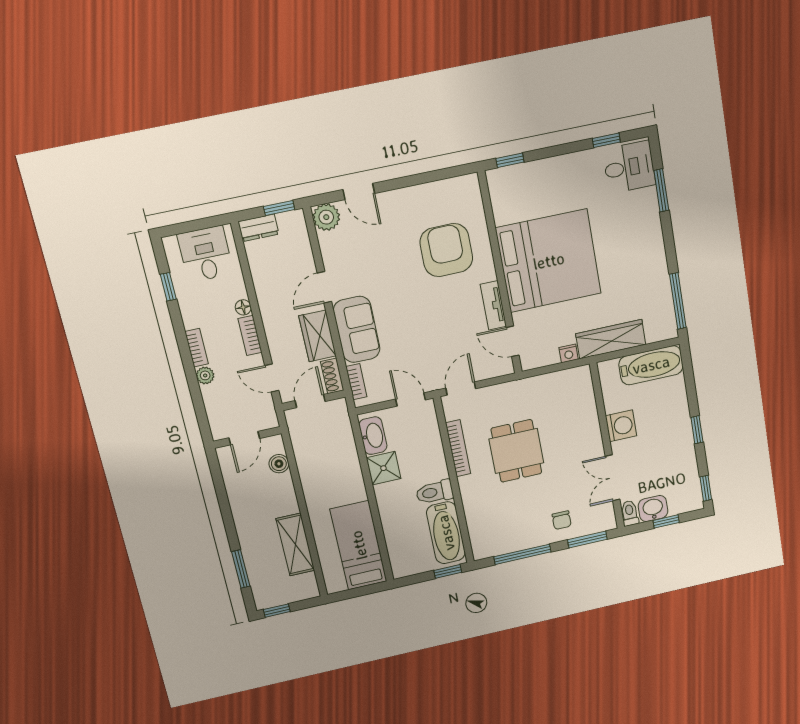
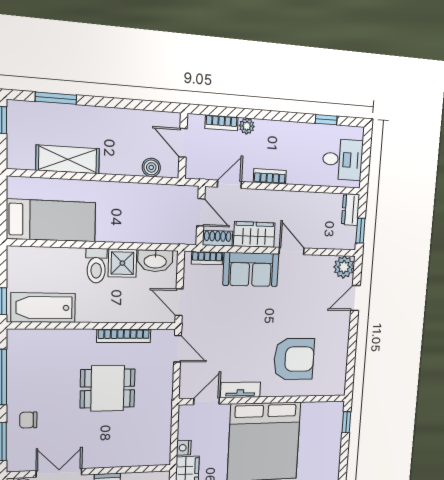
floor lamp: (243, 307) -> (294, 178), removed
bookcase: (197, 348) -> (221, 123), moved
door: (410, 399) -> (179, 302), swing flipped
toilet: (435, 492) -> (96, 266), moved, turned 180

